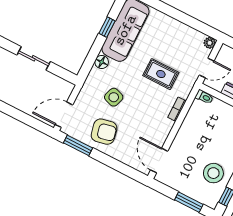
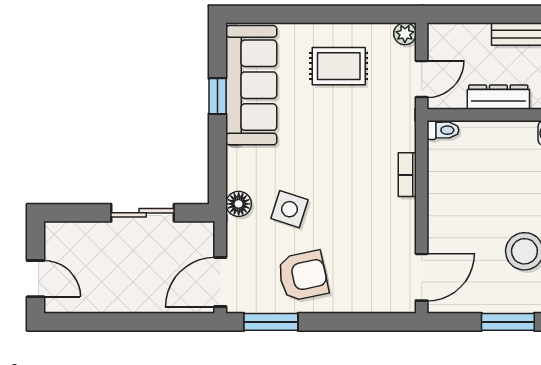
sliding door: (34, 58) -> (143, 213), moved
floor lamp: (102, 62) -> (239, 204), moved
rug: (161, 74) -> (339, 66), moved
door: (159, 161) -> (422, 277), swing flipped

